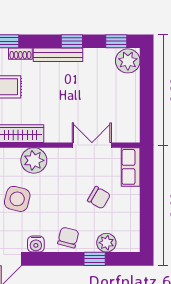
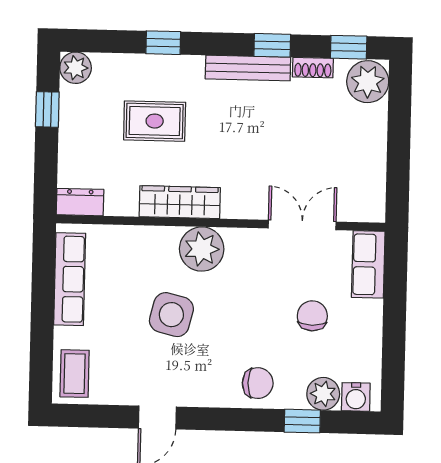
shoe rack: (20, 54) -> (313, 68), moved
chair: (99, 198) -> (312, 316), turned -120
chair: (68, 237) -> (258, 383), turned 76
water cooler: (36, 244) -> (356, 397), moved

